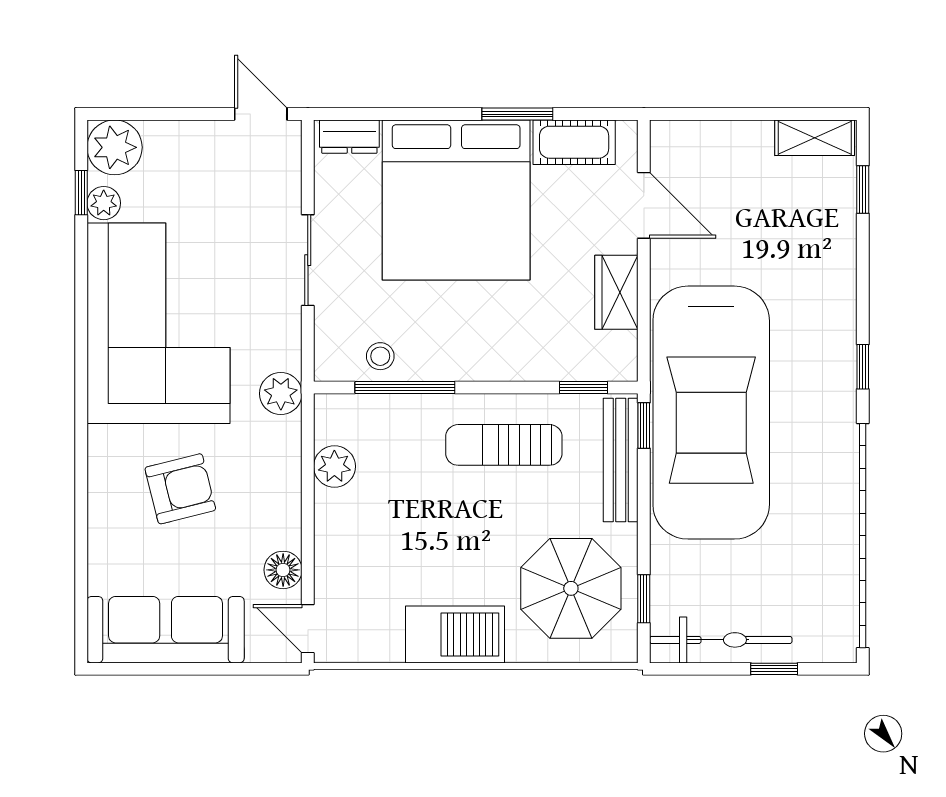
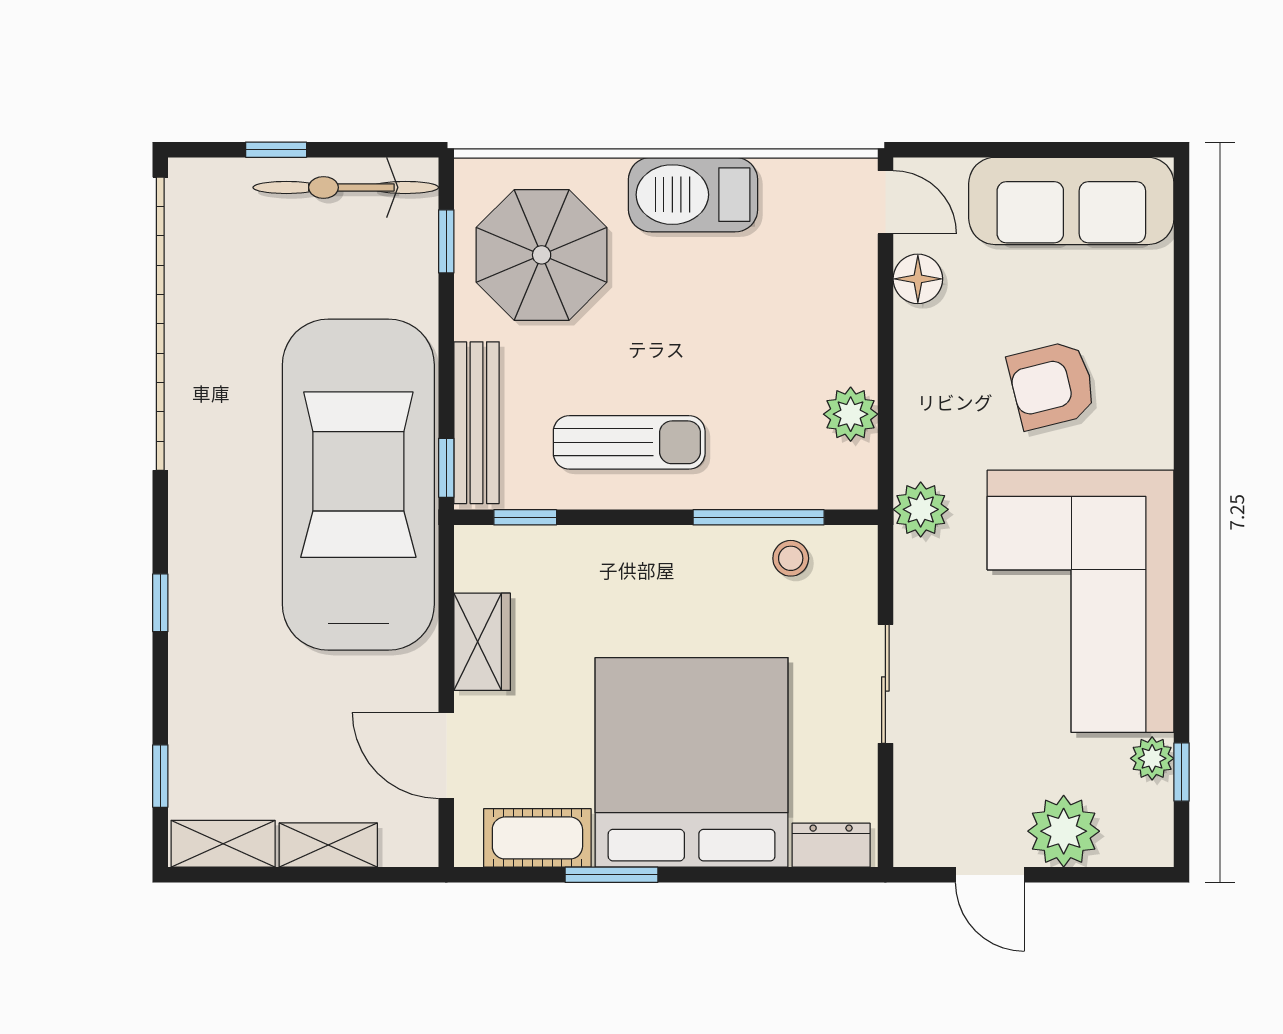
door: (261, 114) -> (990, 875), moved
shelving: (734, 137) -> (328, 845), added
plant: (115, 147) -> (1064, 831), moved
window: (863, 367) -> (160, 603), moved

